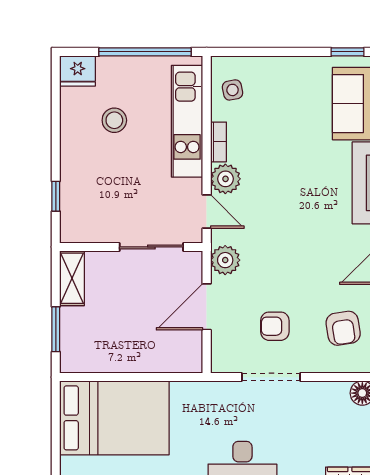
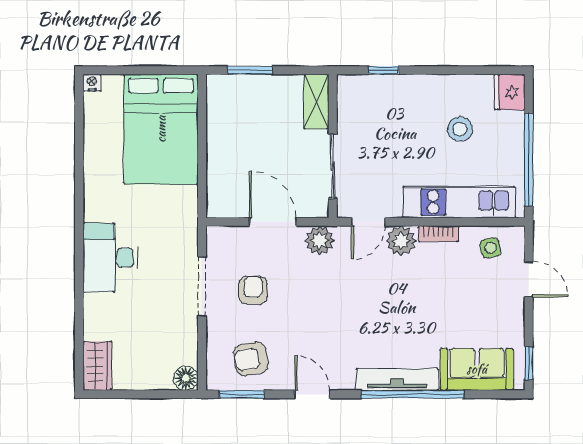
door: (264, 52) -> (529, 279), added
shelving: (72, 278) -> (316, 102), moved, turned 90

